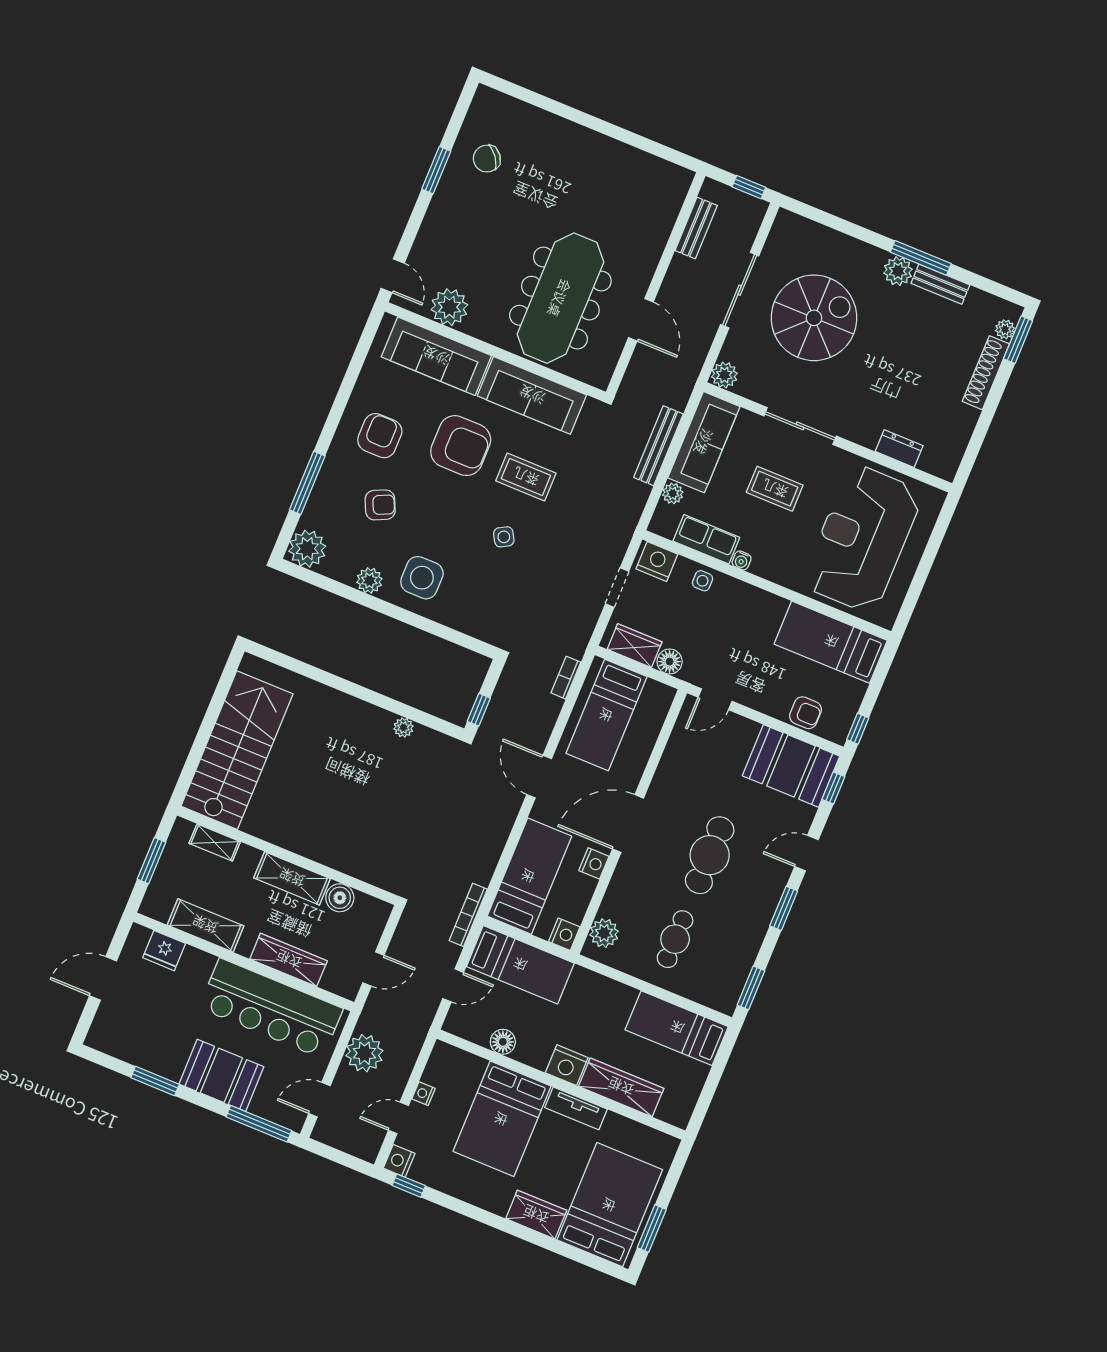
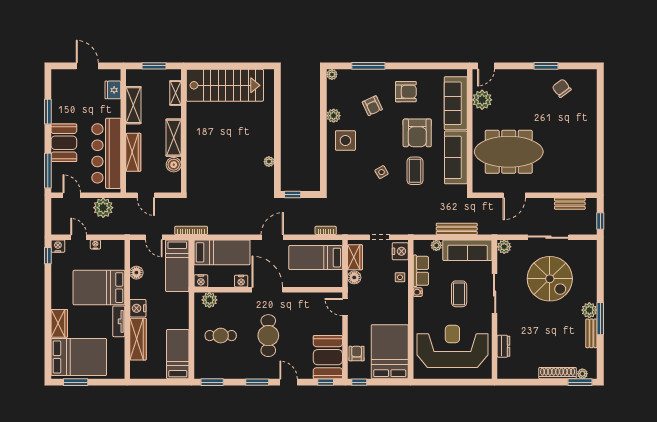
plant: (307, 549) -> (332, 74), width x0.53, depth x0.53
bed: (831, 642) -> (390, 352), width x1.50
armchair: (805, 713) -> (357, 354), turned 180
cafe table: (710, 855) -> (268, 336), turned 90

